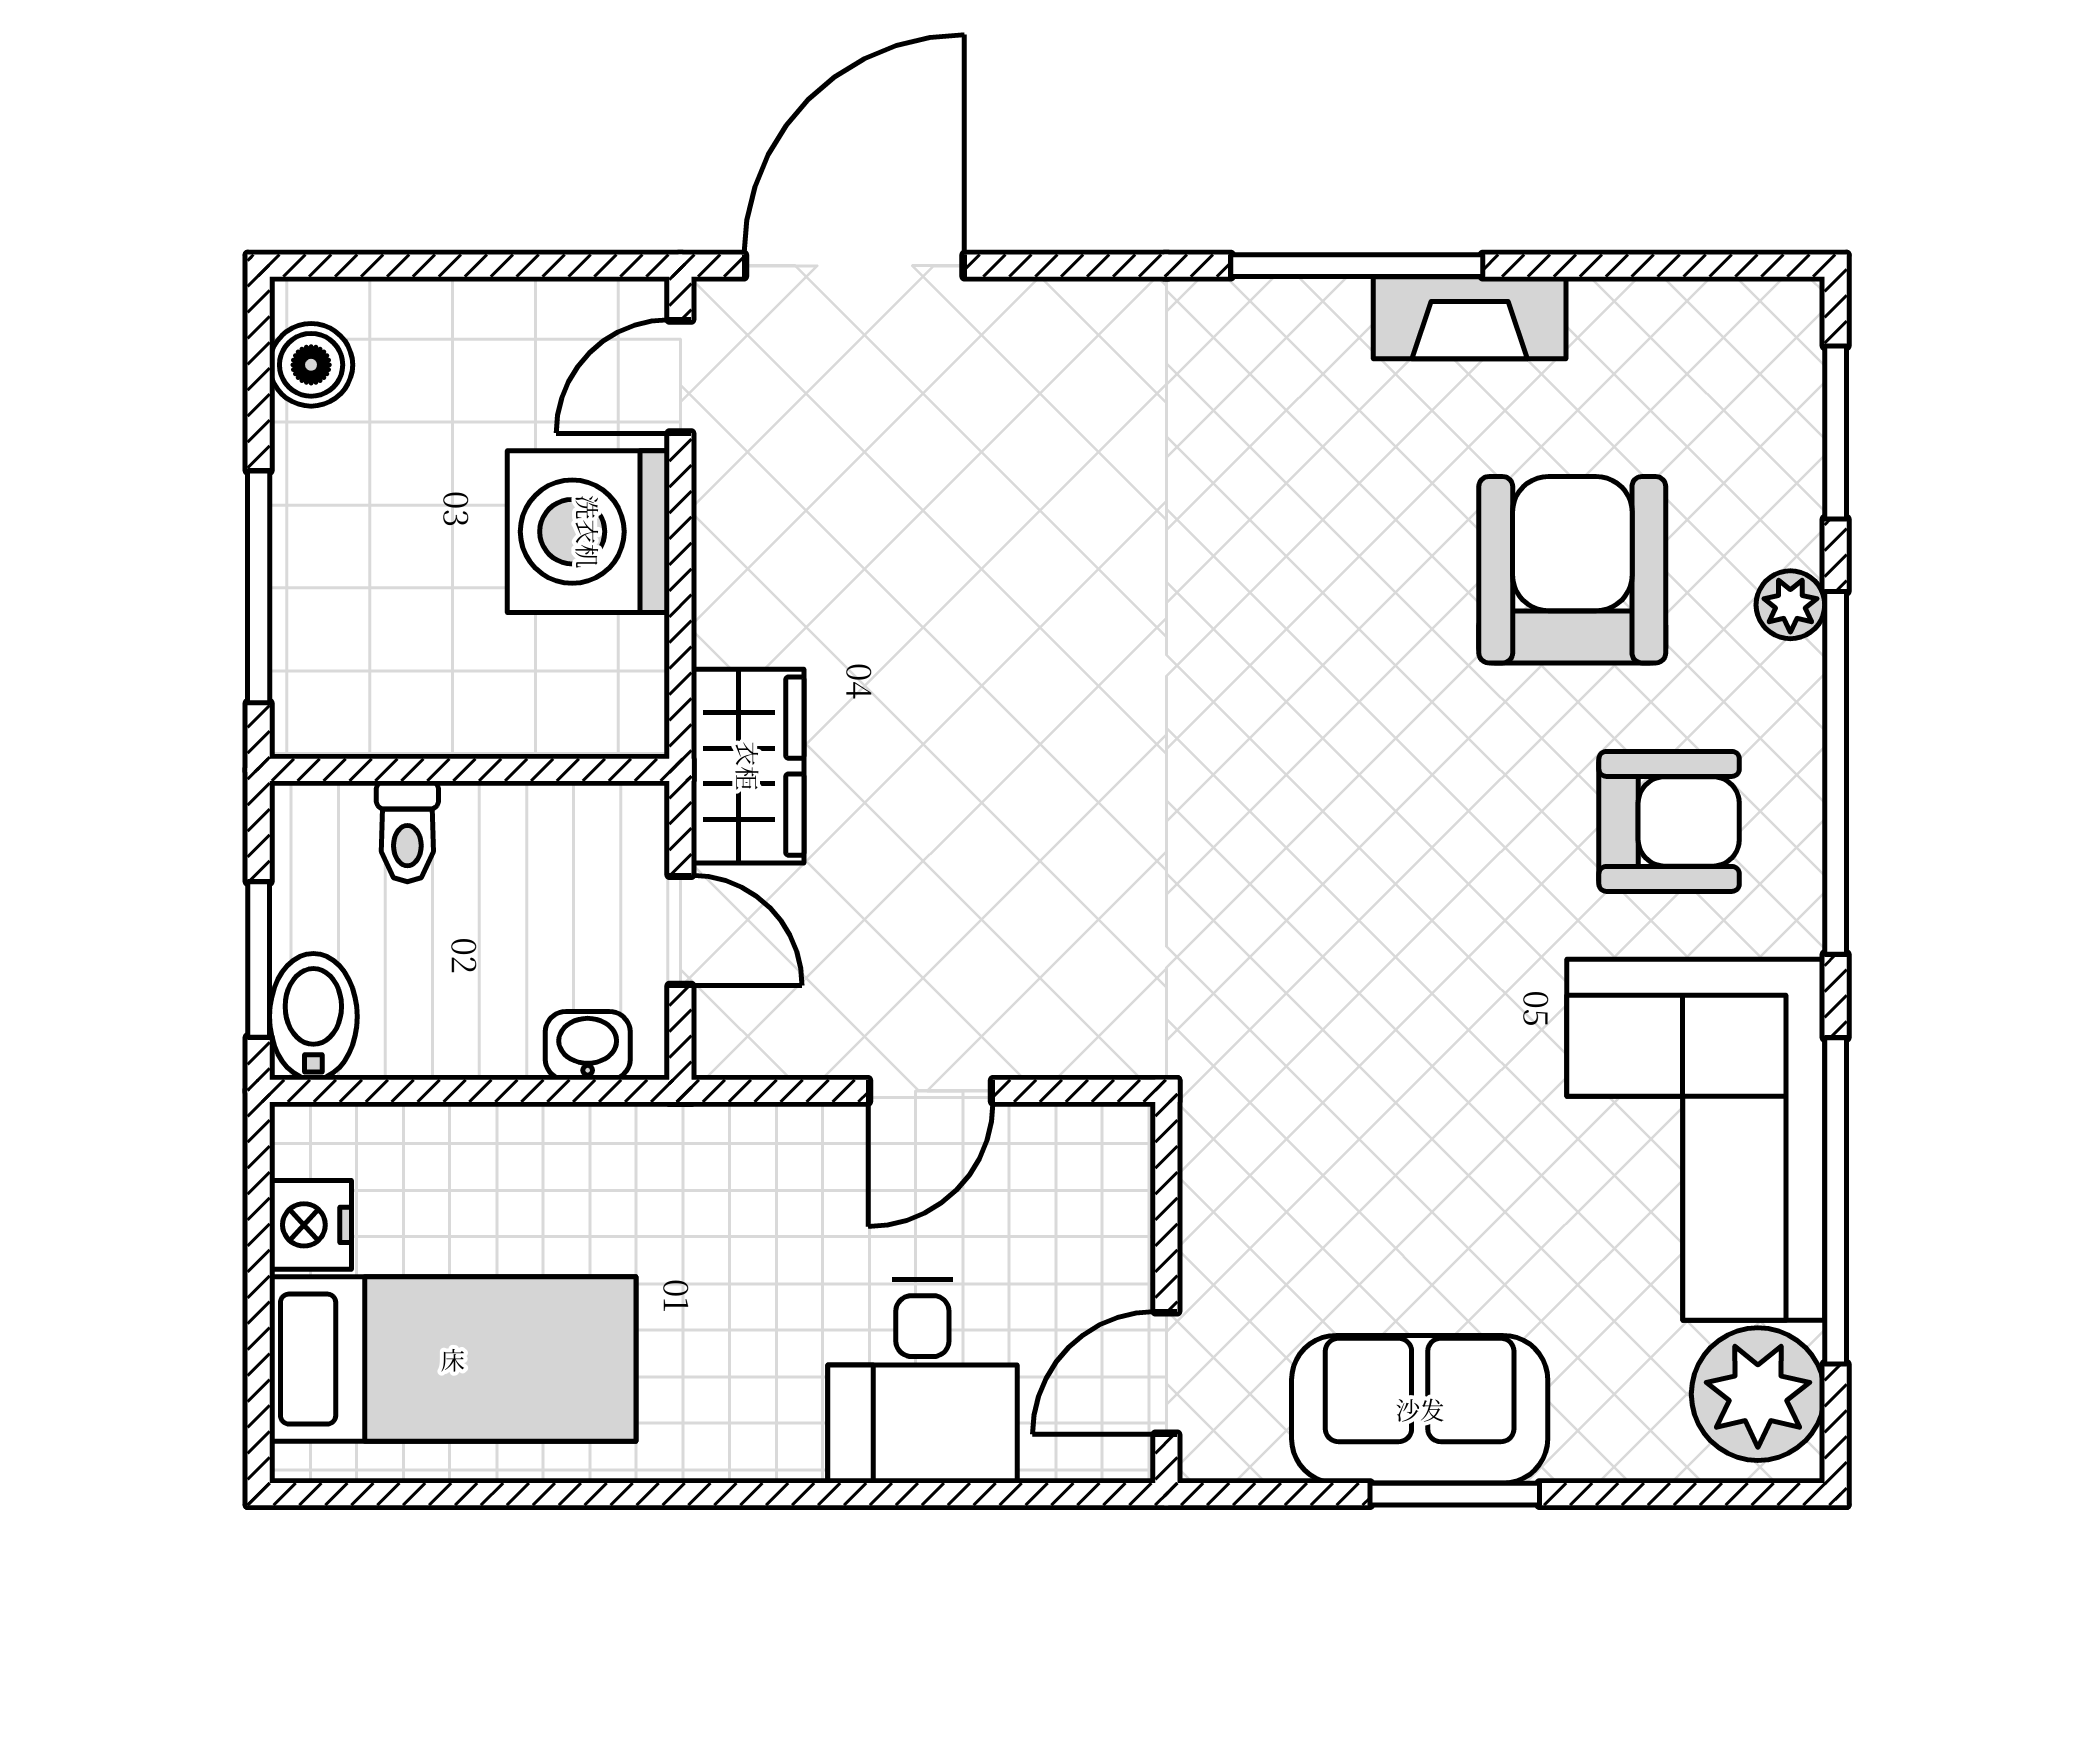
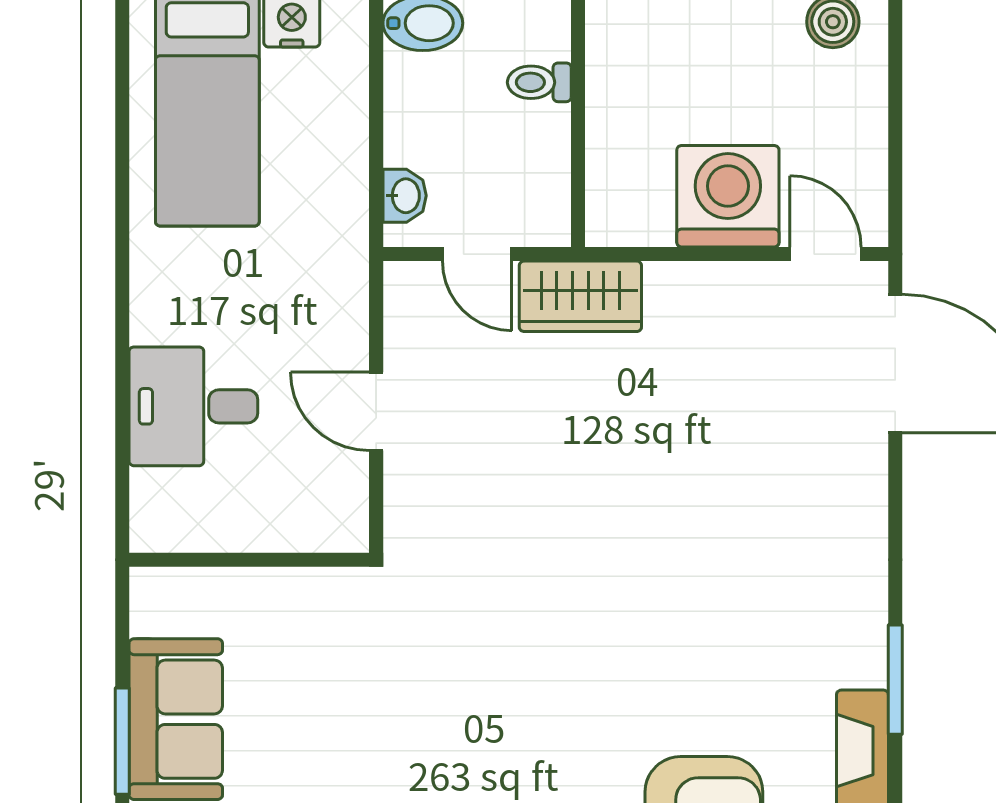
window: (1357, 266) -> (895, 680), width x0.69
door: (680, 930) -> (477, 254), hinge flipped
door: (1166, 1373) -> (199, 560), removed

